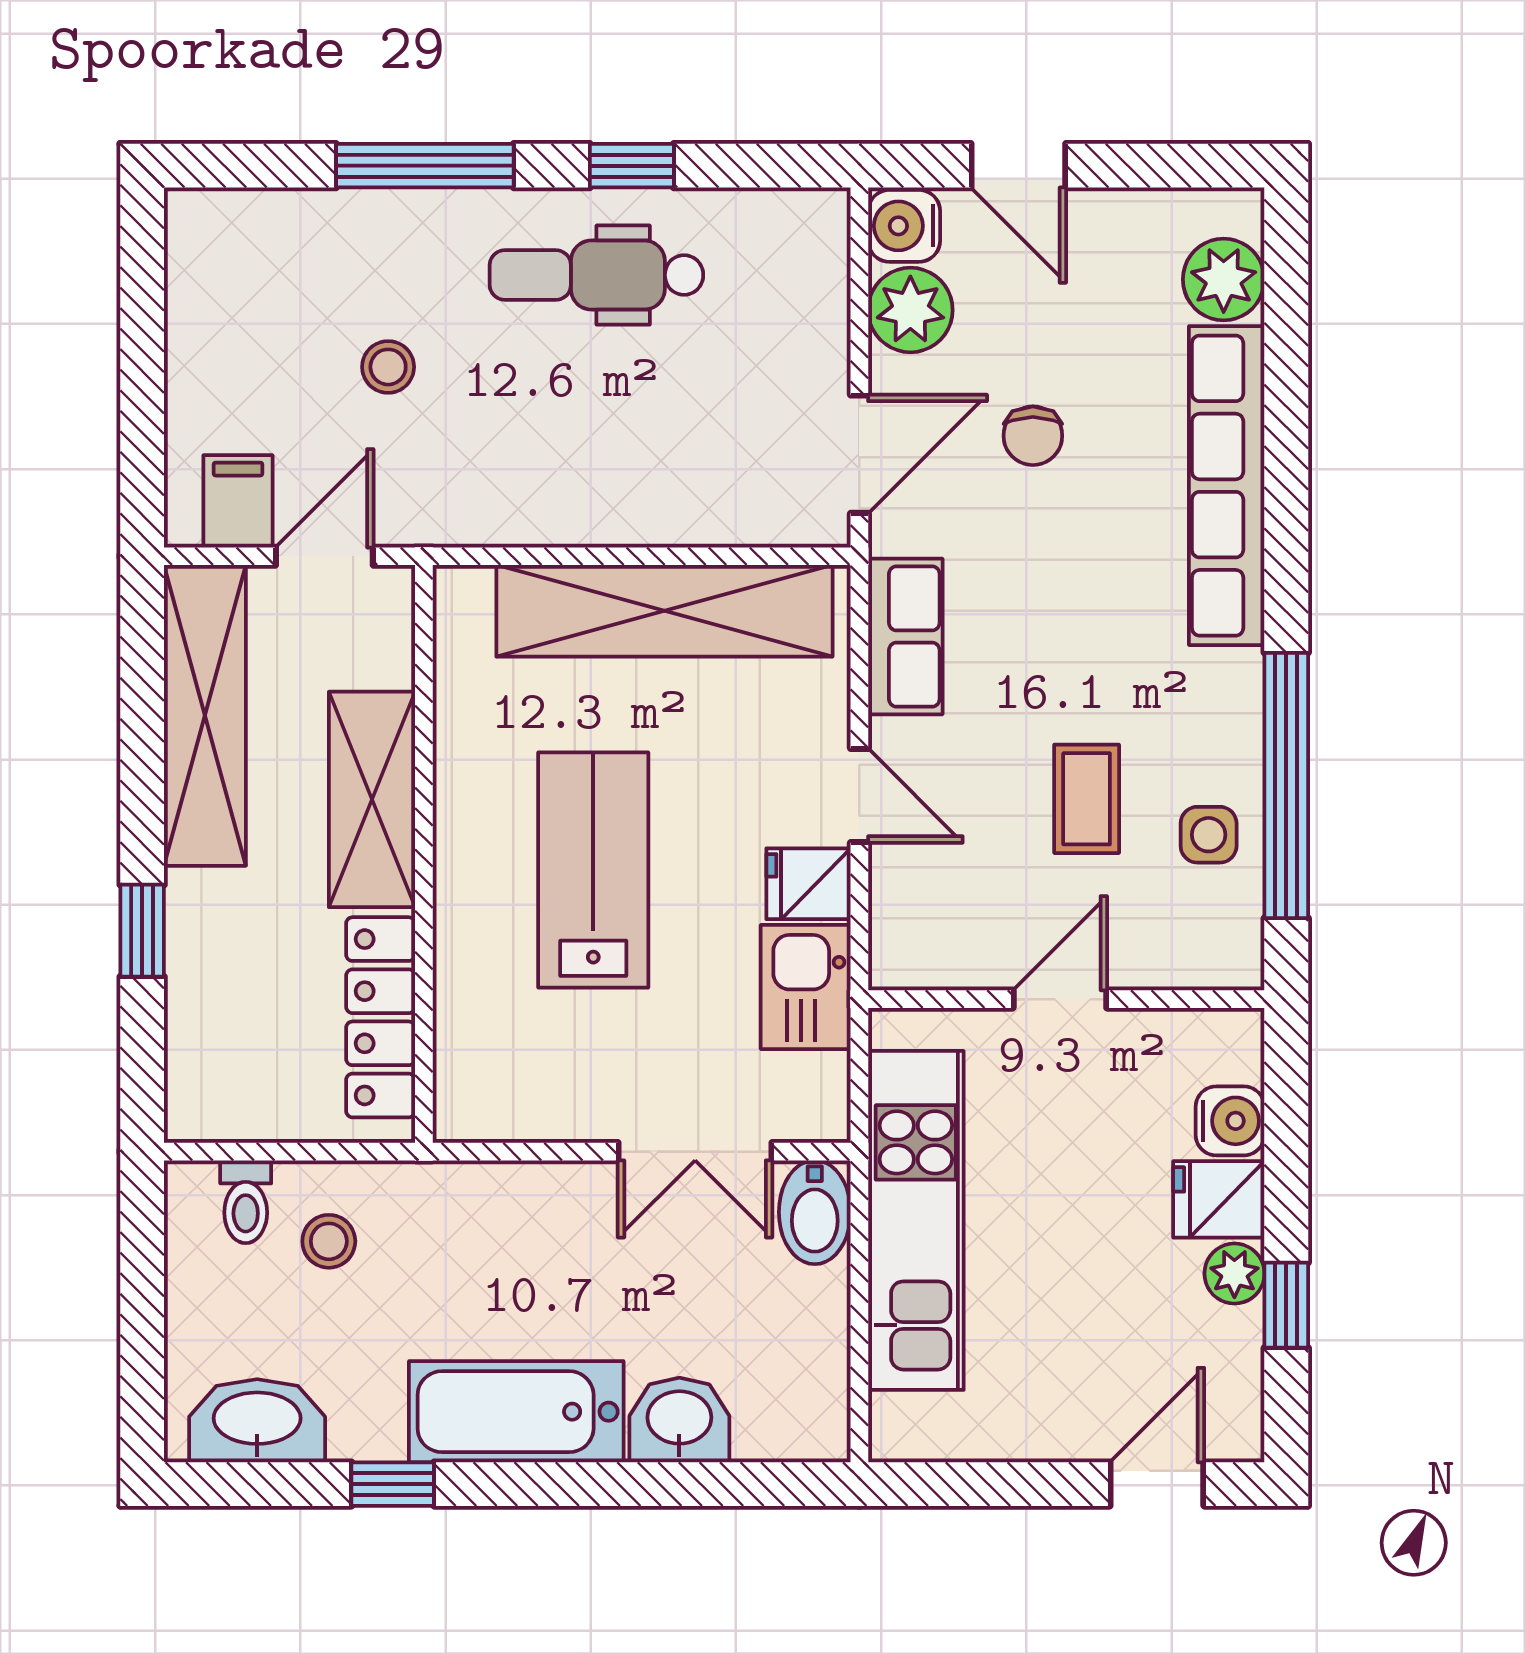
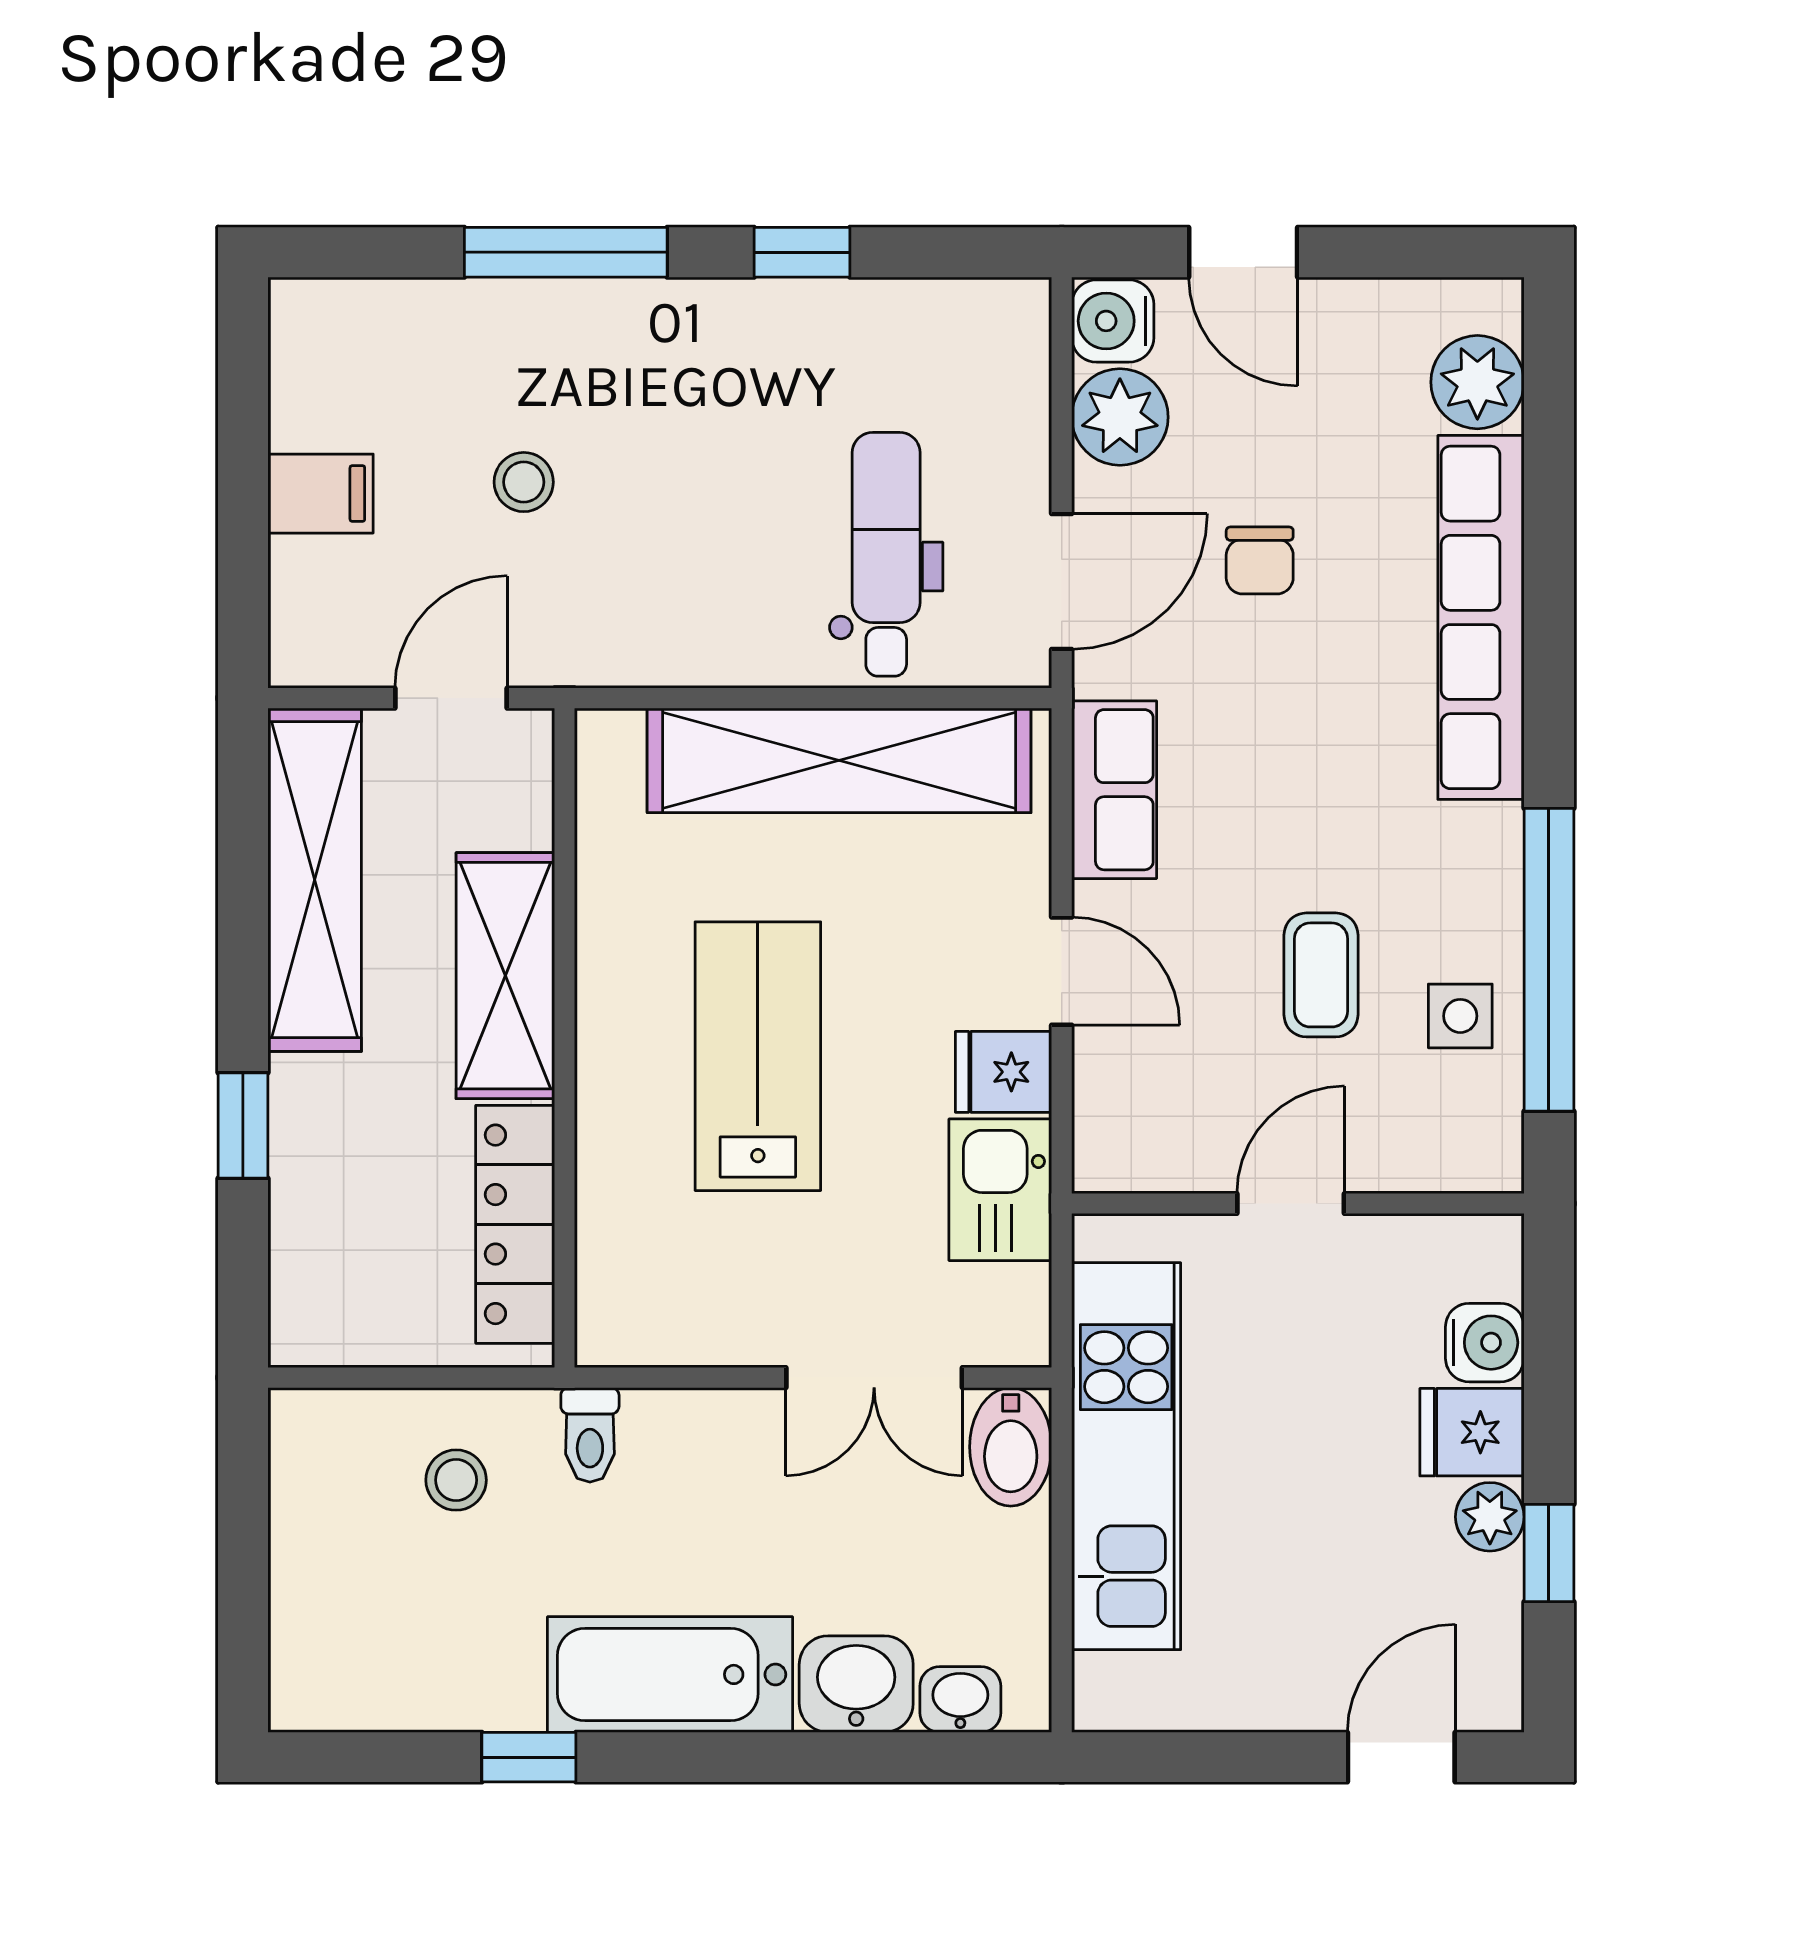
dental chair: (596, 275) -> (886, 554), moved, turned 90
filing cabinet: (238, 501) -> (320, 494), moved, turned 90
toilet: (246, 1202) -> (590, 1435), moved
washbasin: (257, 1421) -> (960, 1699), moved, width x0.52, depth x0.69

